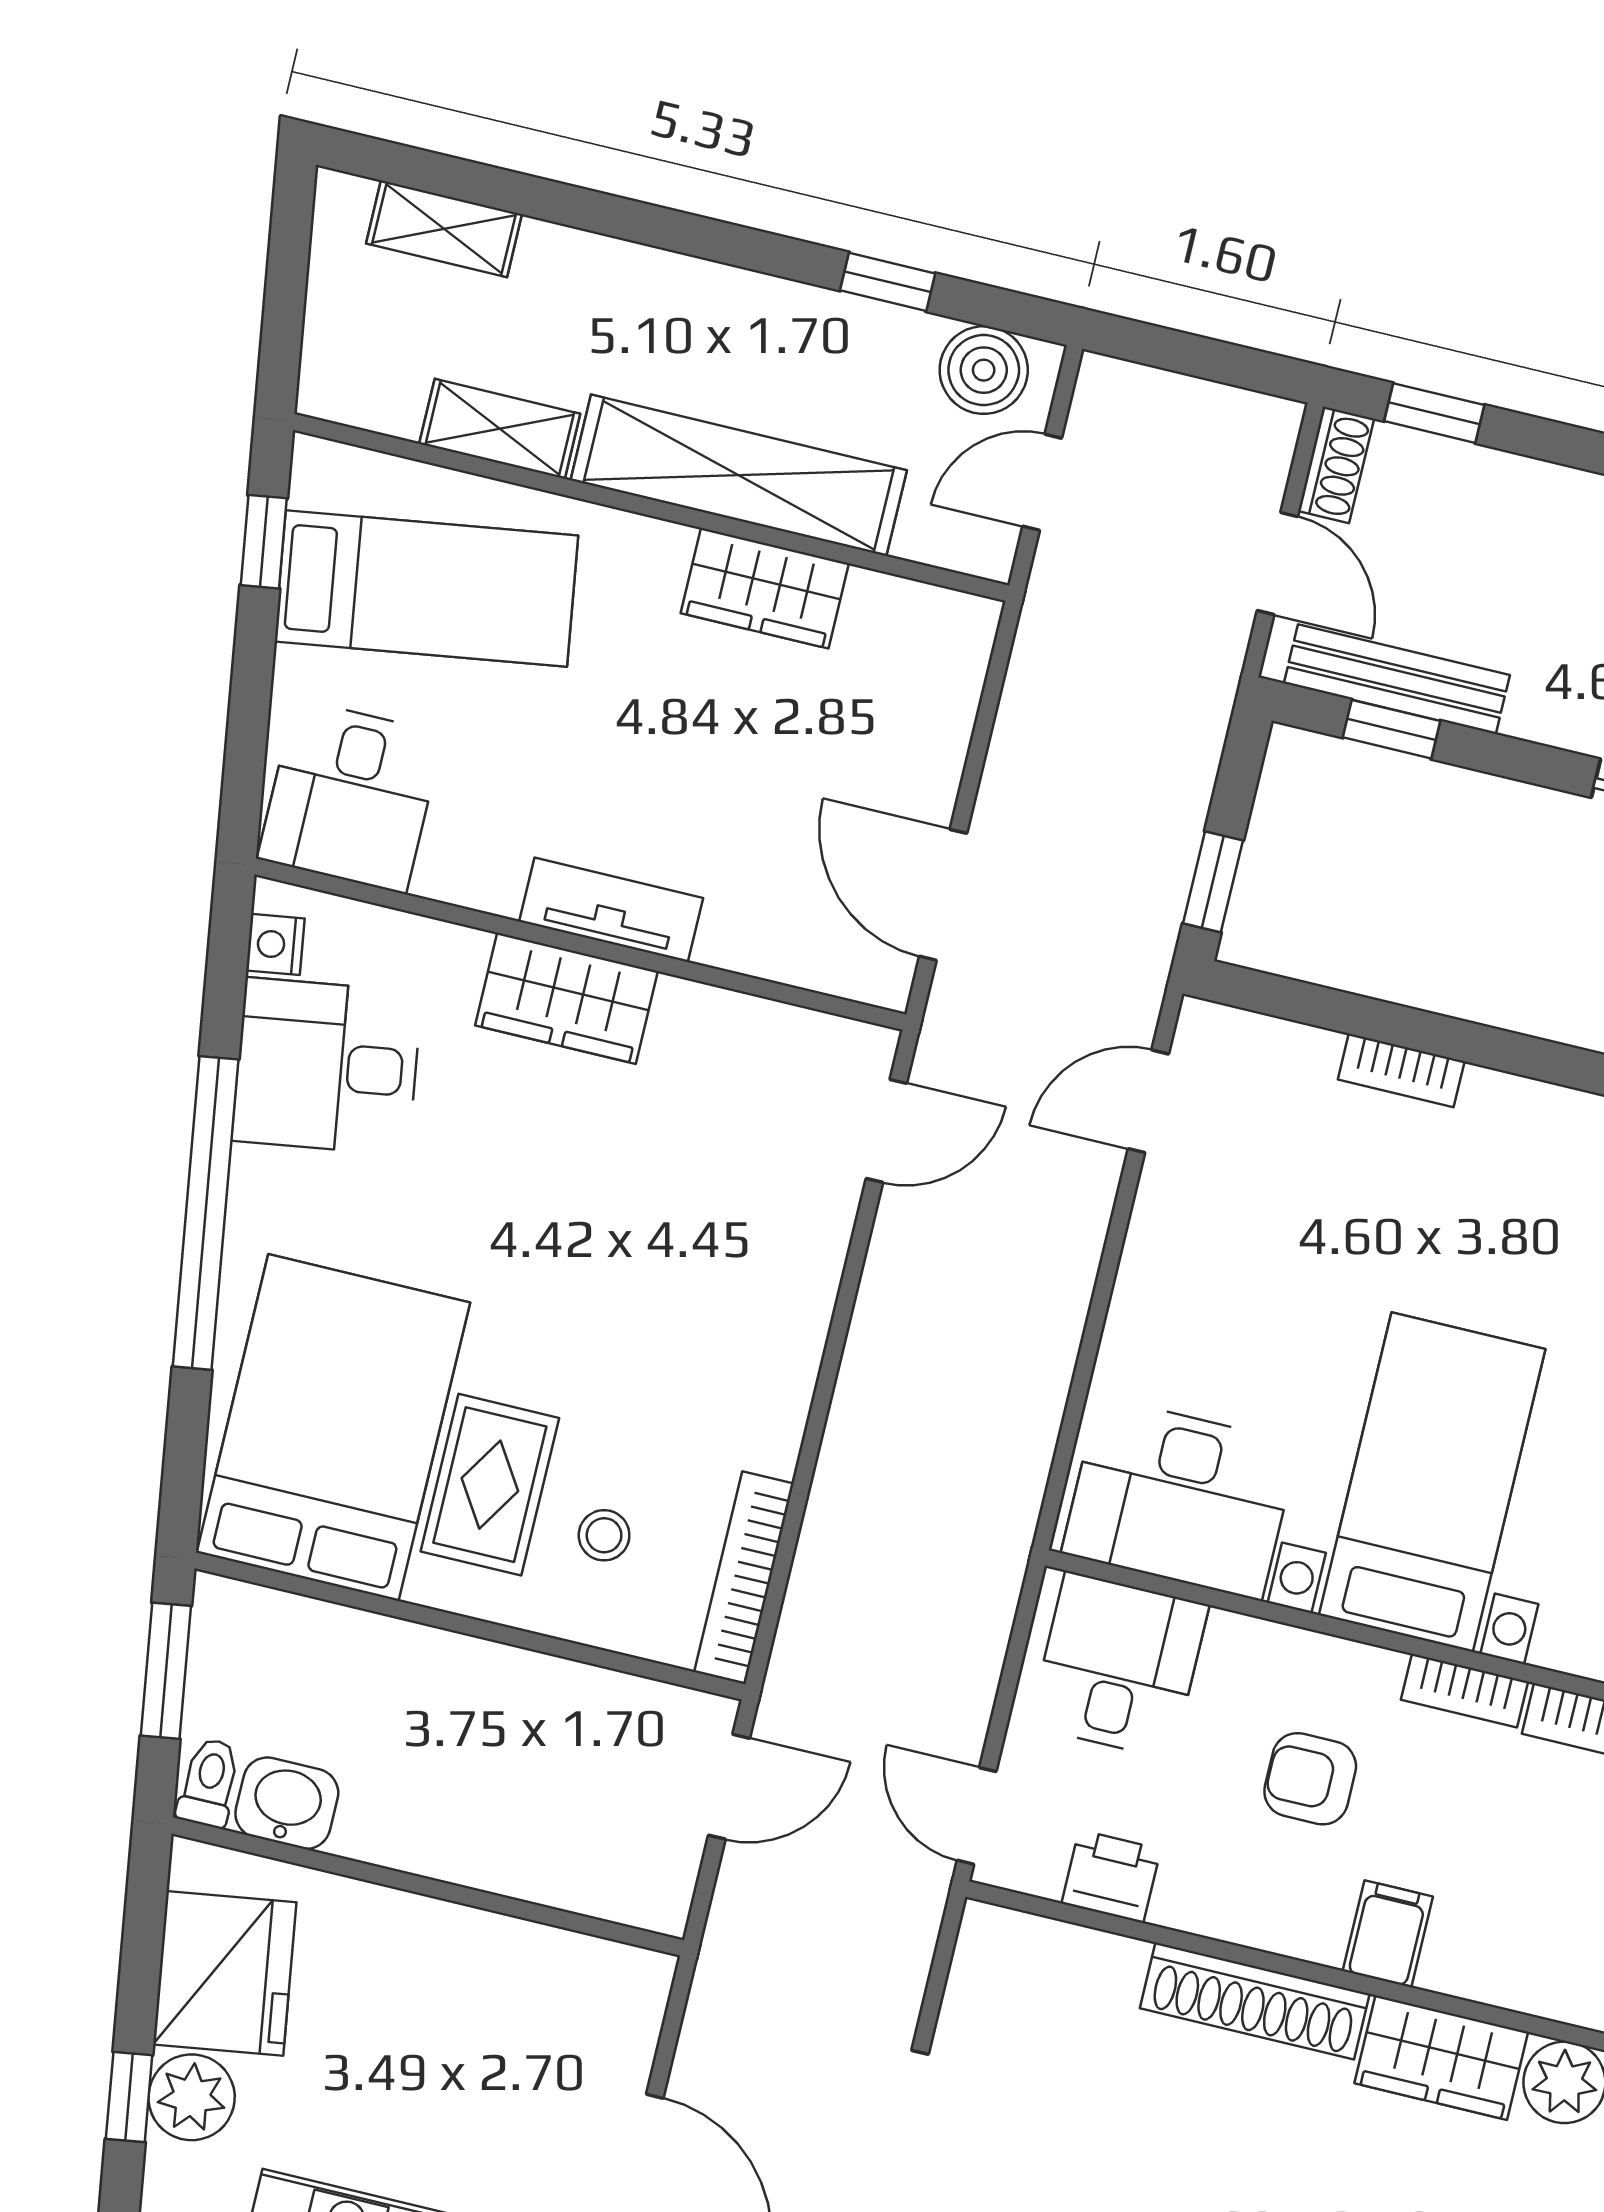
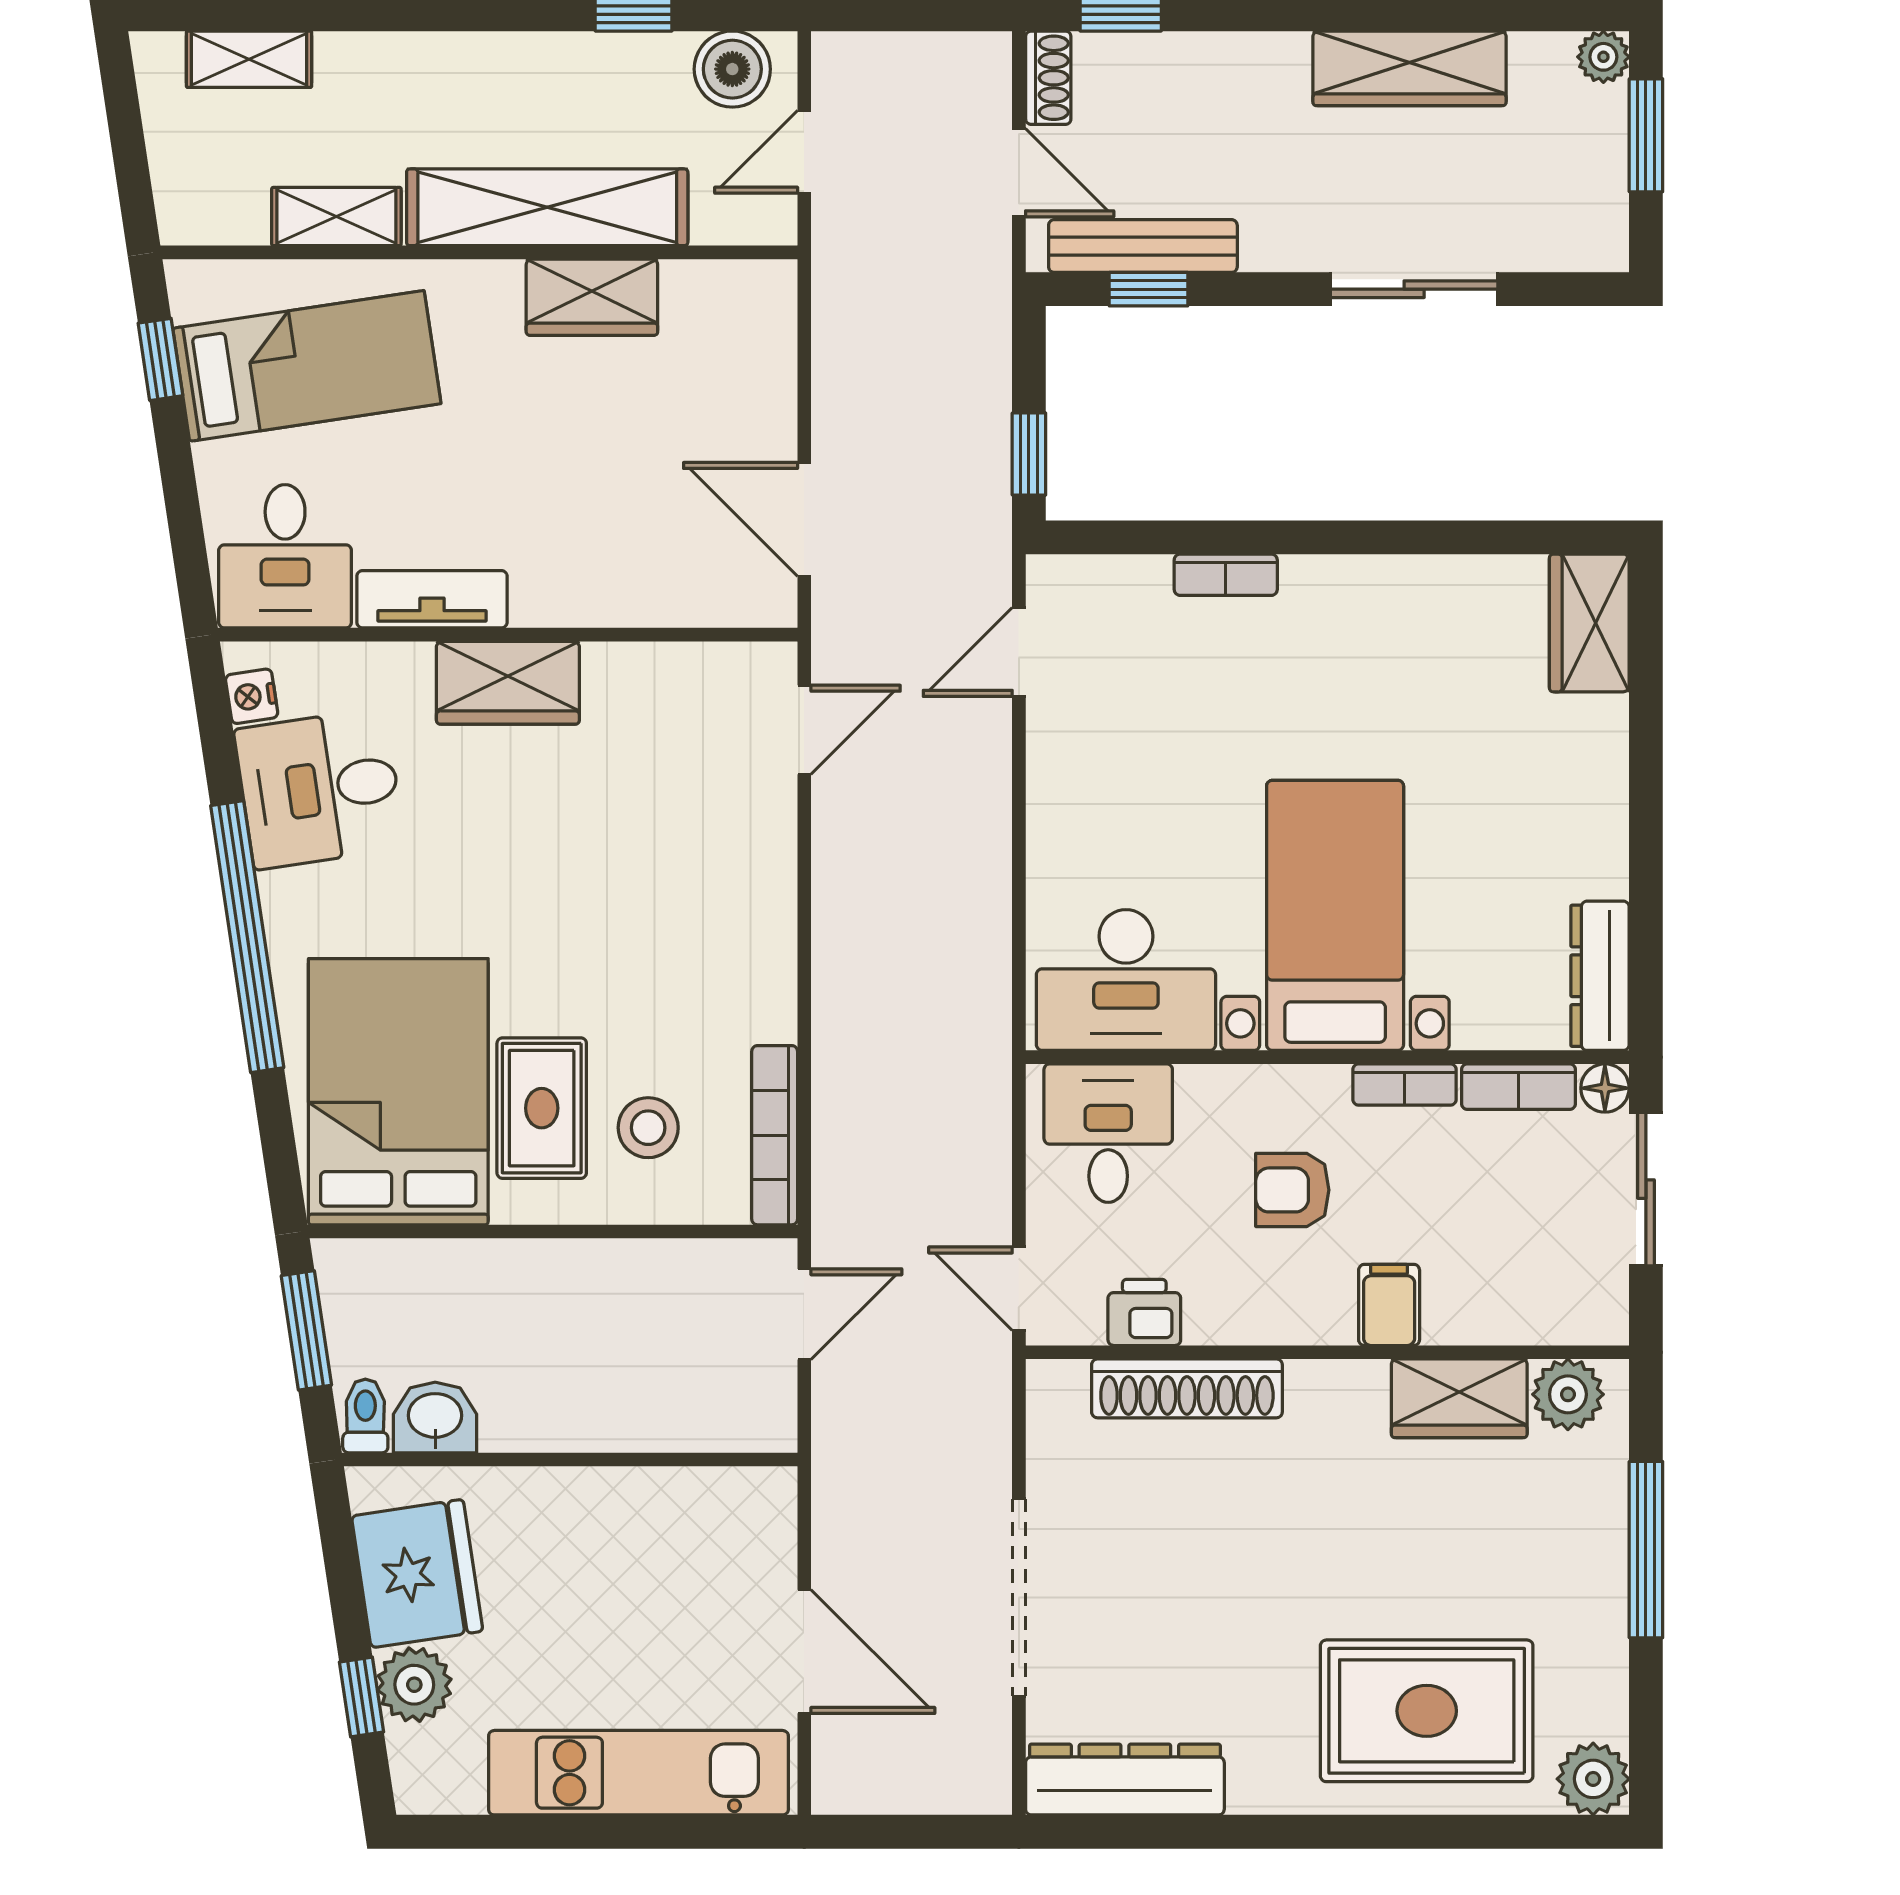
tv unit: (611, 910) -> (432, 599), moved
stool: (604, 1535) -> (648, 1128), width x1.37, depth x1.37
shoe rack: (1255, 2001) -> (1187, 1388), moved

